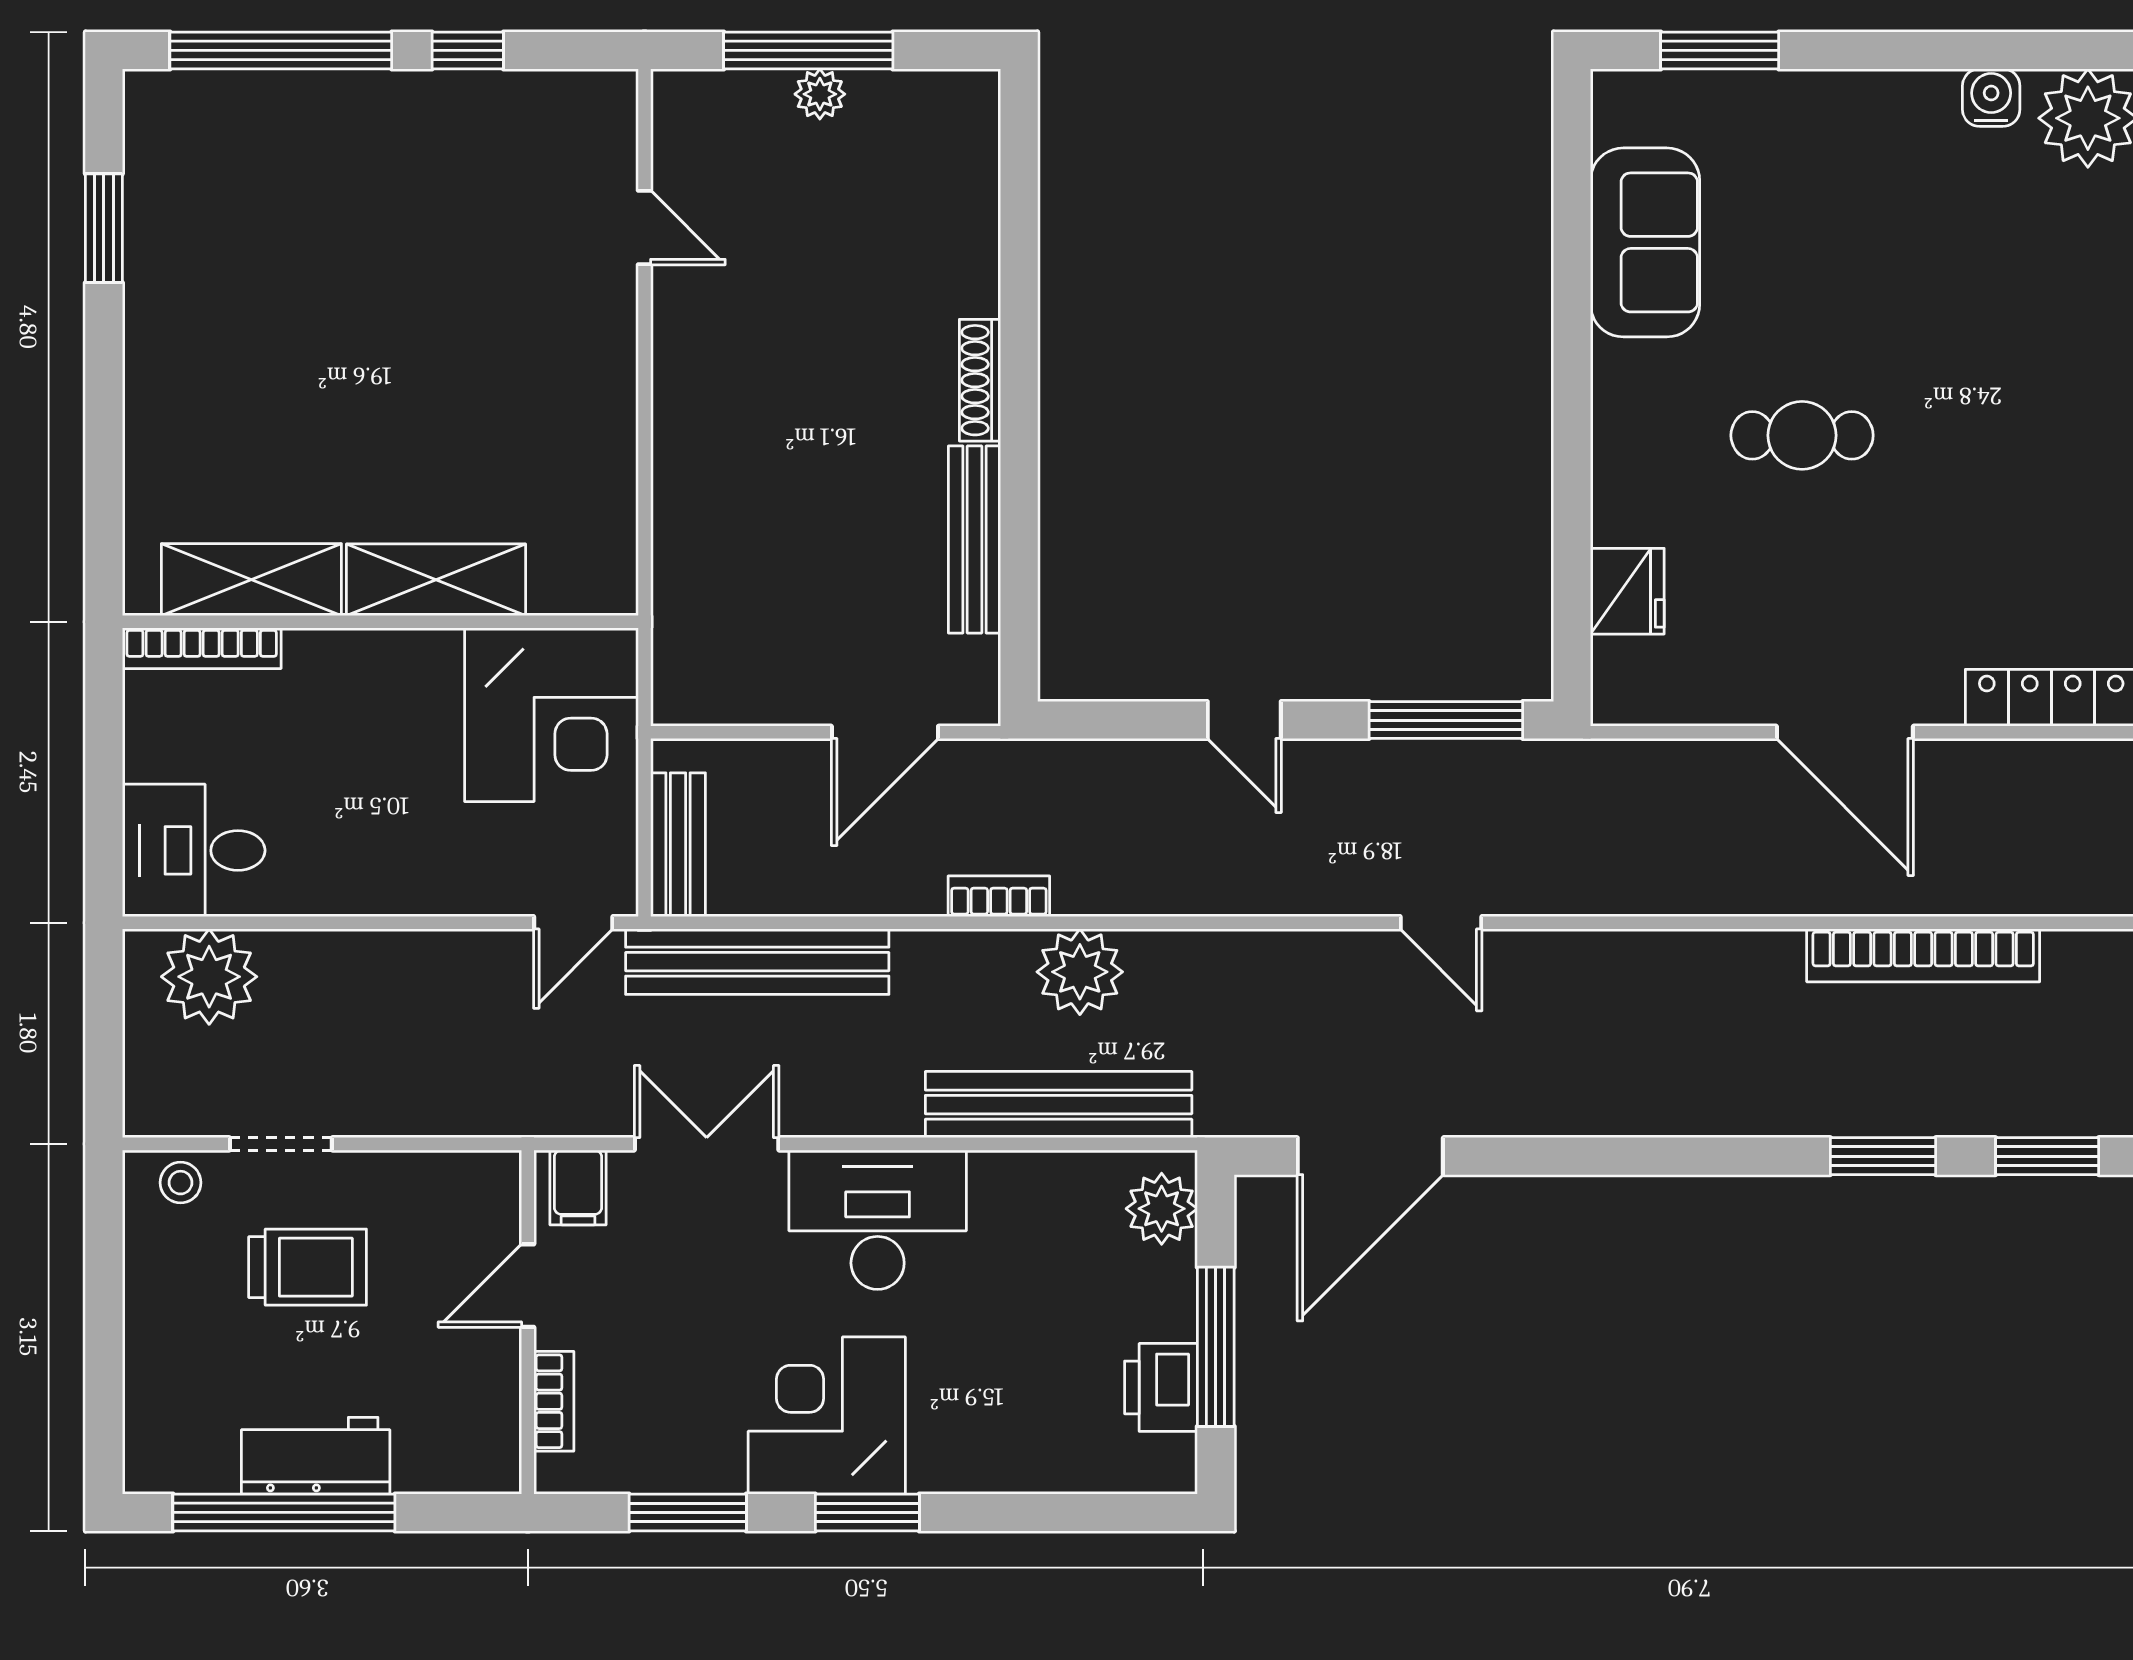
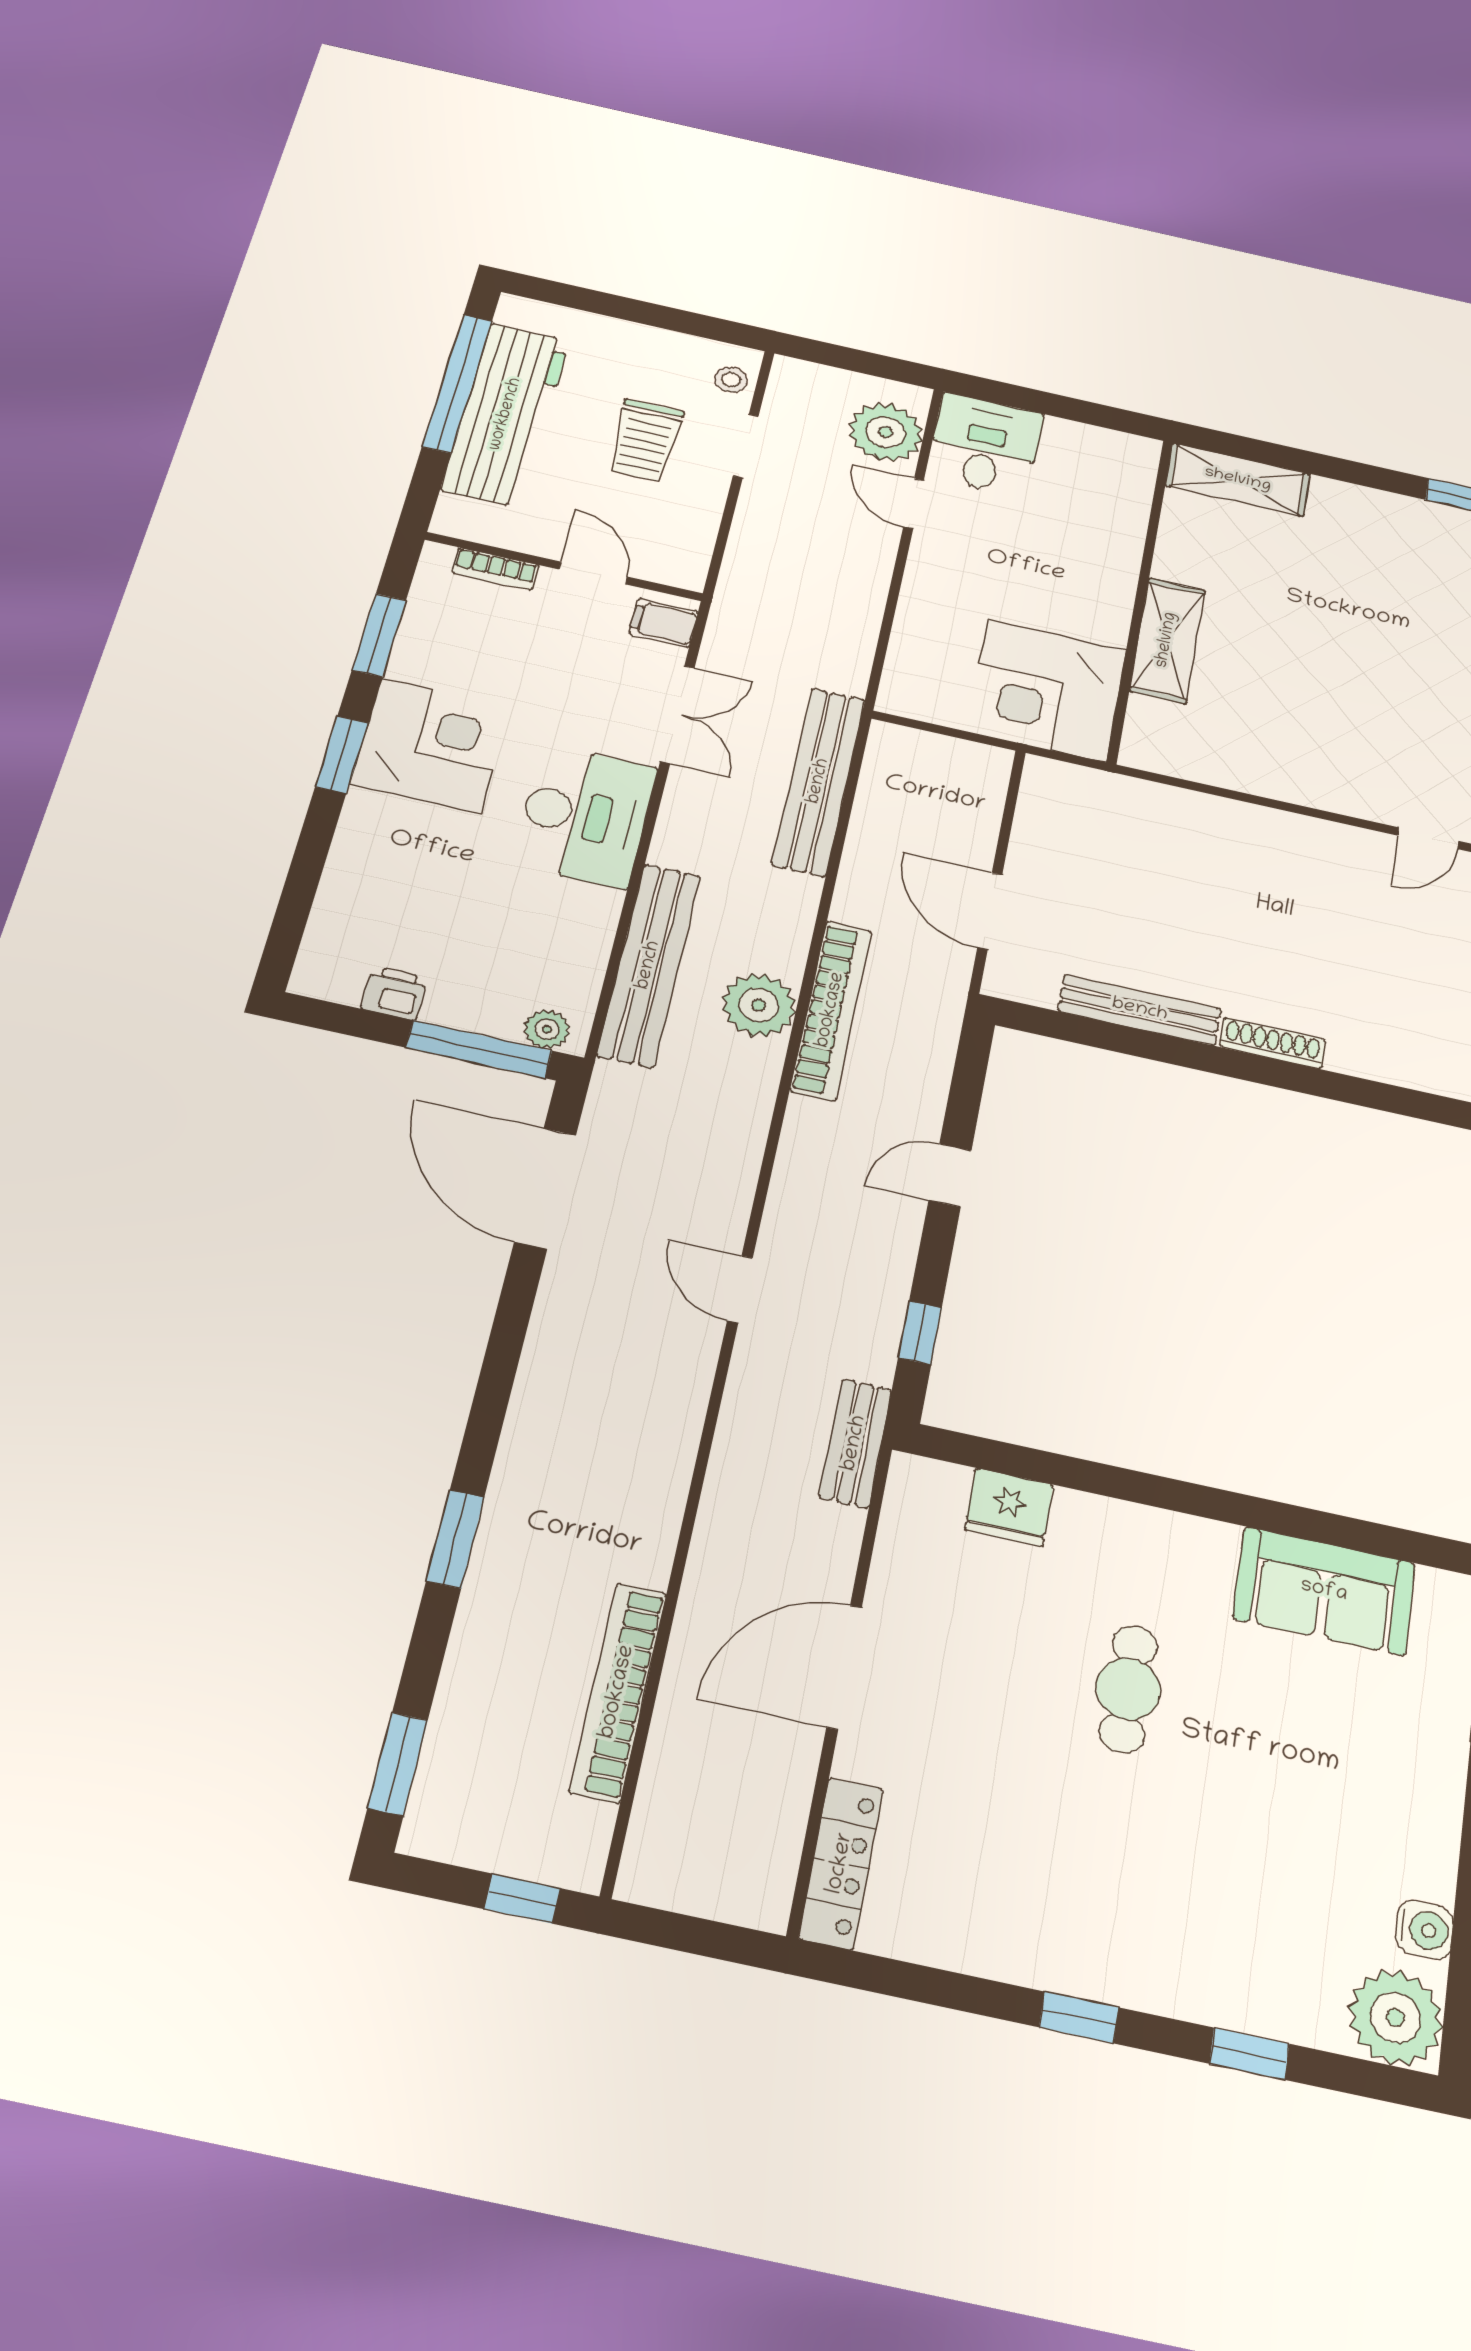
shelving: (251, 580) -> (1238, 480), moved, turned 90
bookcase: (202, 648) -> (1139, 484), removed
window: (1446, 720) -> (920, 1333), width x0.46
bench: (678, 845) -> (855, 1443), moved, turned 90
bookcase: (999, 896) -> (831, 1010), width x2.31, depth x1.31
door: (573, 923) -> (914, 504), moved
door: (1441, 923) -> (740, 1289), hinge flipped
window: (1883, 1156) -> (455, 1539), moved
plant: (1162, 1209) -> (547, 1029), width x0.73, depth x0.73
window: (1216, 1347) -> (479, 1049), moved
printer: (1161, 1387) -> (394, 993), width x0.73, depth x0.81
workbench: (316, 1456) -> (506, 414), width x1.88, depth x1.32

